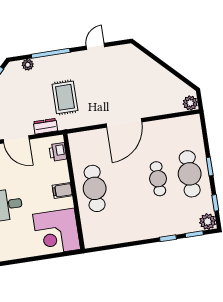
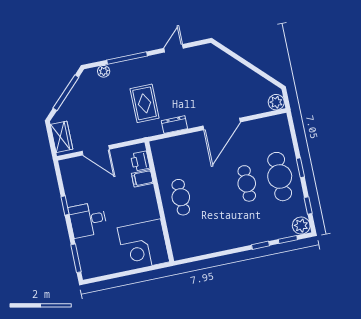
door: (124, 123) -> (222, 124), moved
dresser: (45, 126) -> (174, 125), moved
cafe table: (95, 188) -> (181, 197), width x0.73, depth x0.74
filing cabinet: (62, 191) -> (142, 178), moved

